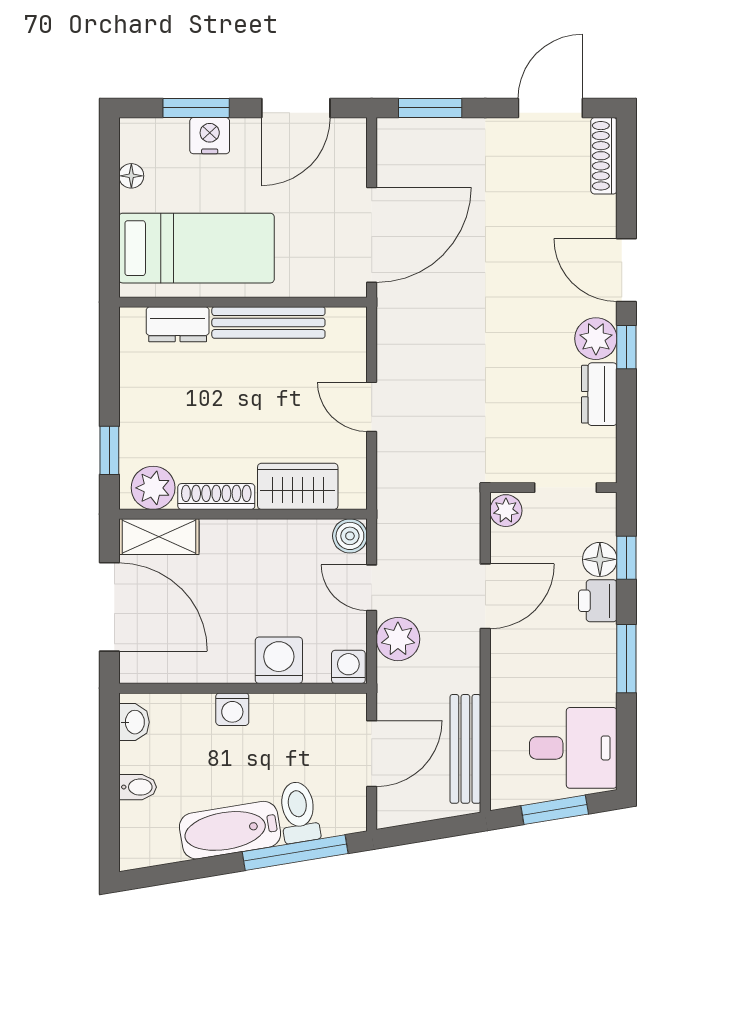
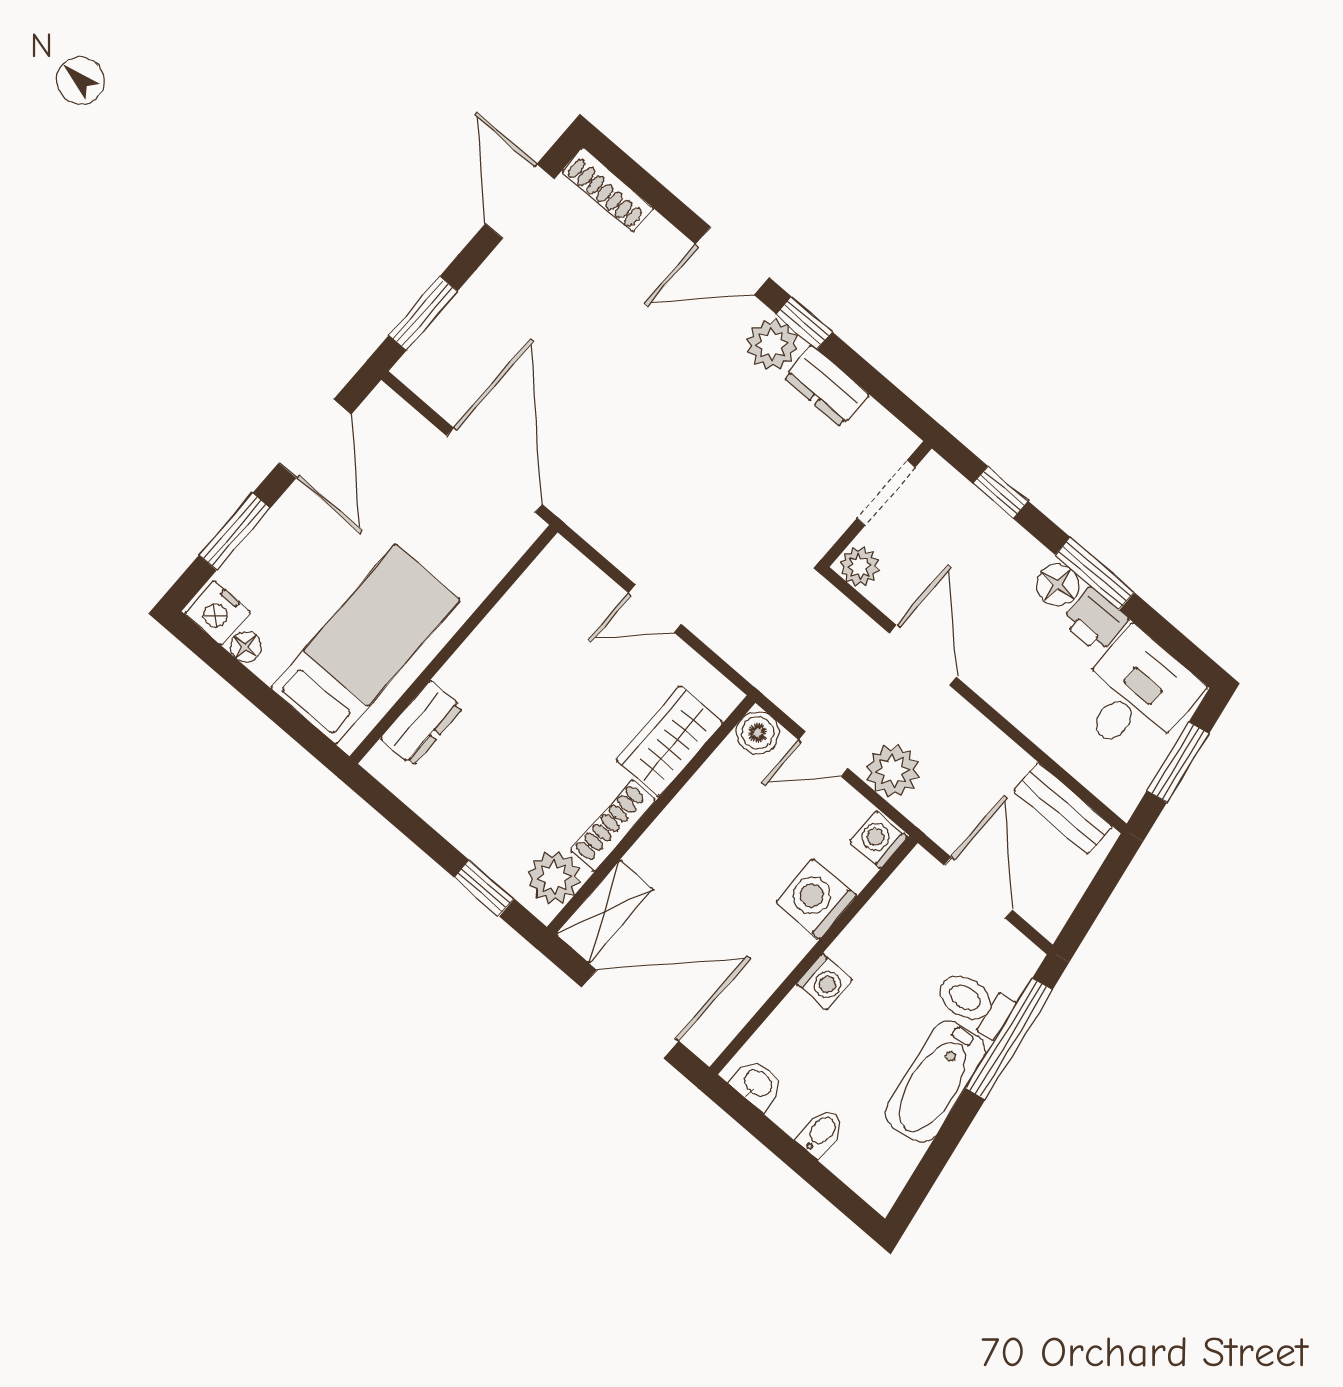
nightstand: (210, 136) -> (218, 613), moved, turned -90
bench: (268, 323) -> (493, 637), removed
floor lamp: (600, 559) -> (1058, 585), moved
printer: (598, 601) -> (1095, 620), moved
bench: (465, 749) -> (1063, 808), width x0.73

